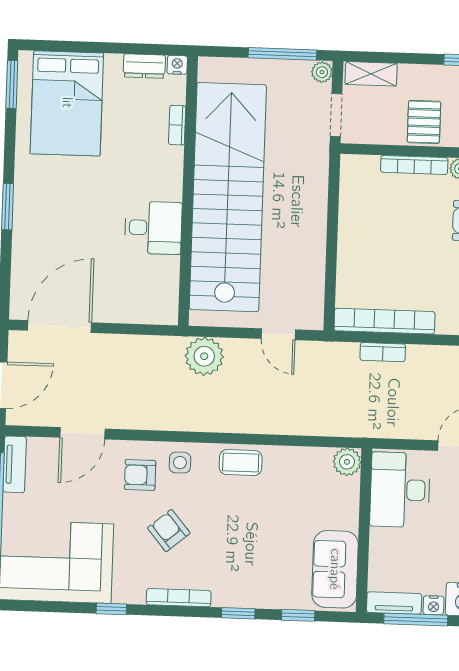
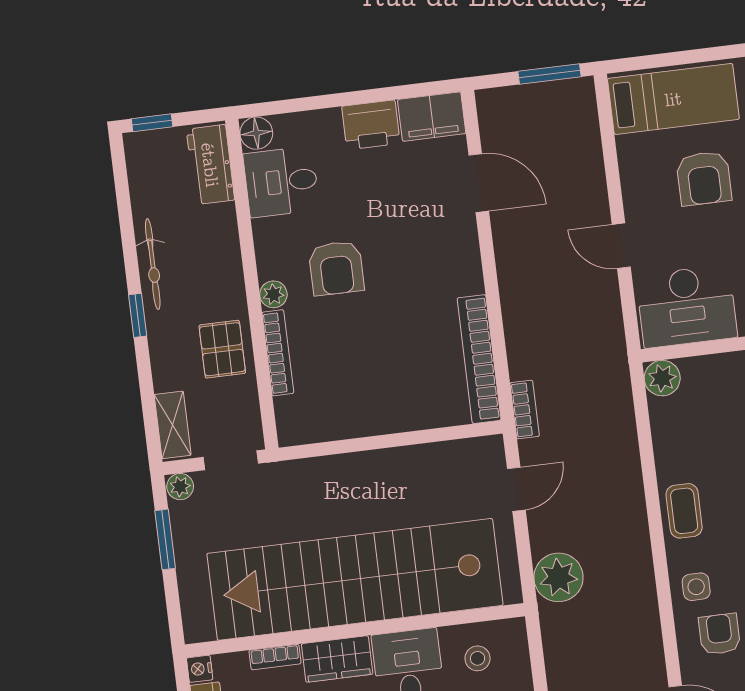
window: (282, 54) -> (165, 539), width x0.69
pallet: (424, 122) -> (222, 349), turned 90
wardrobe: (168, 173) -> (337, 659), added
stool: (151, 283) -> (478, 658), added
bookcase: (383, 352) -> (525, 410), moved
armchair: (140, 475) -> (719, 634), turned 180

